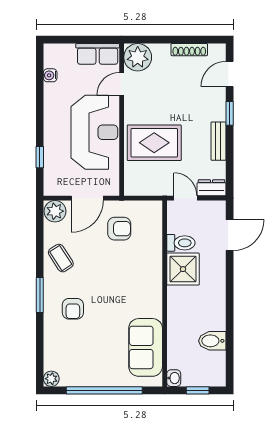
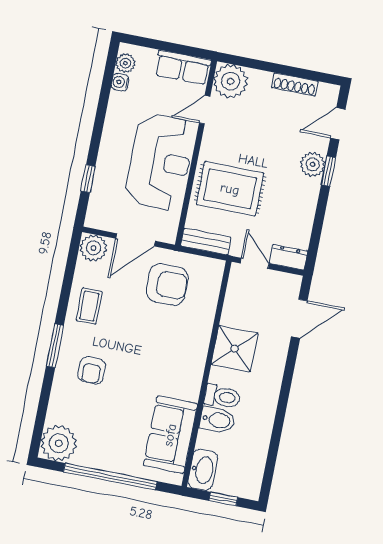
plant: (51, 59) -> (125, 63), added
plant: (216, 110) -> (313, 164), added
bench: (218, 141) -> (206, 242), moved, turned 90
armchair: (119, 229) -> (167, 284), width x1.38, depth x1.38
toilet: (181, 243) -> (222, 397), moved
coffee table: (61, 258) -> (89, 306), turned 33
bidet: (212, 341) -> (217, 420), moved, turned 180
washbasin: (174, 378) -> (203, 470), width x1.91, depth x1.45
plant: (51, 379) -> (59, 443), width x1.87, depth x1.87

